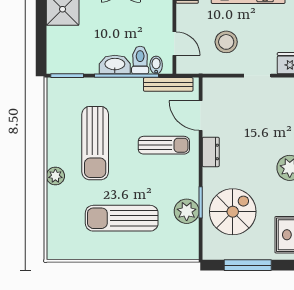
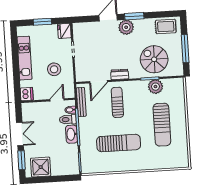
plant: (55, 176) -> (139, 165), removed

